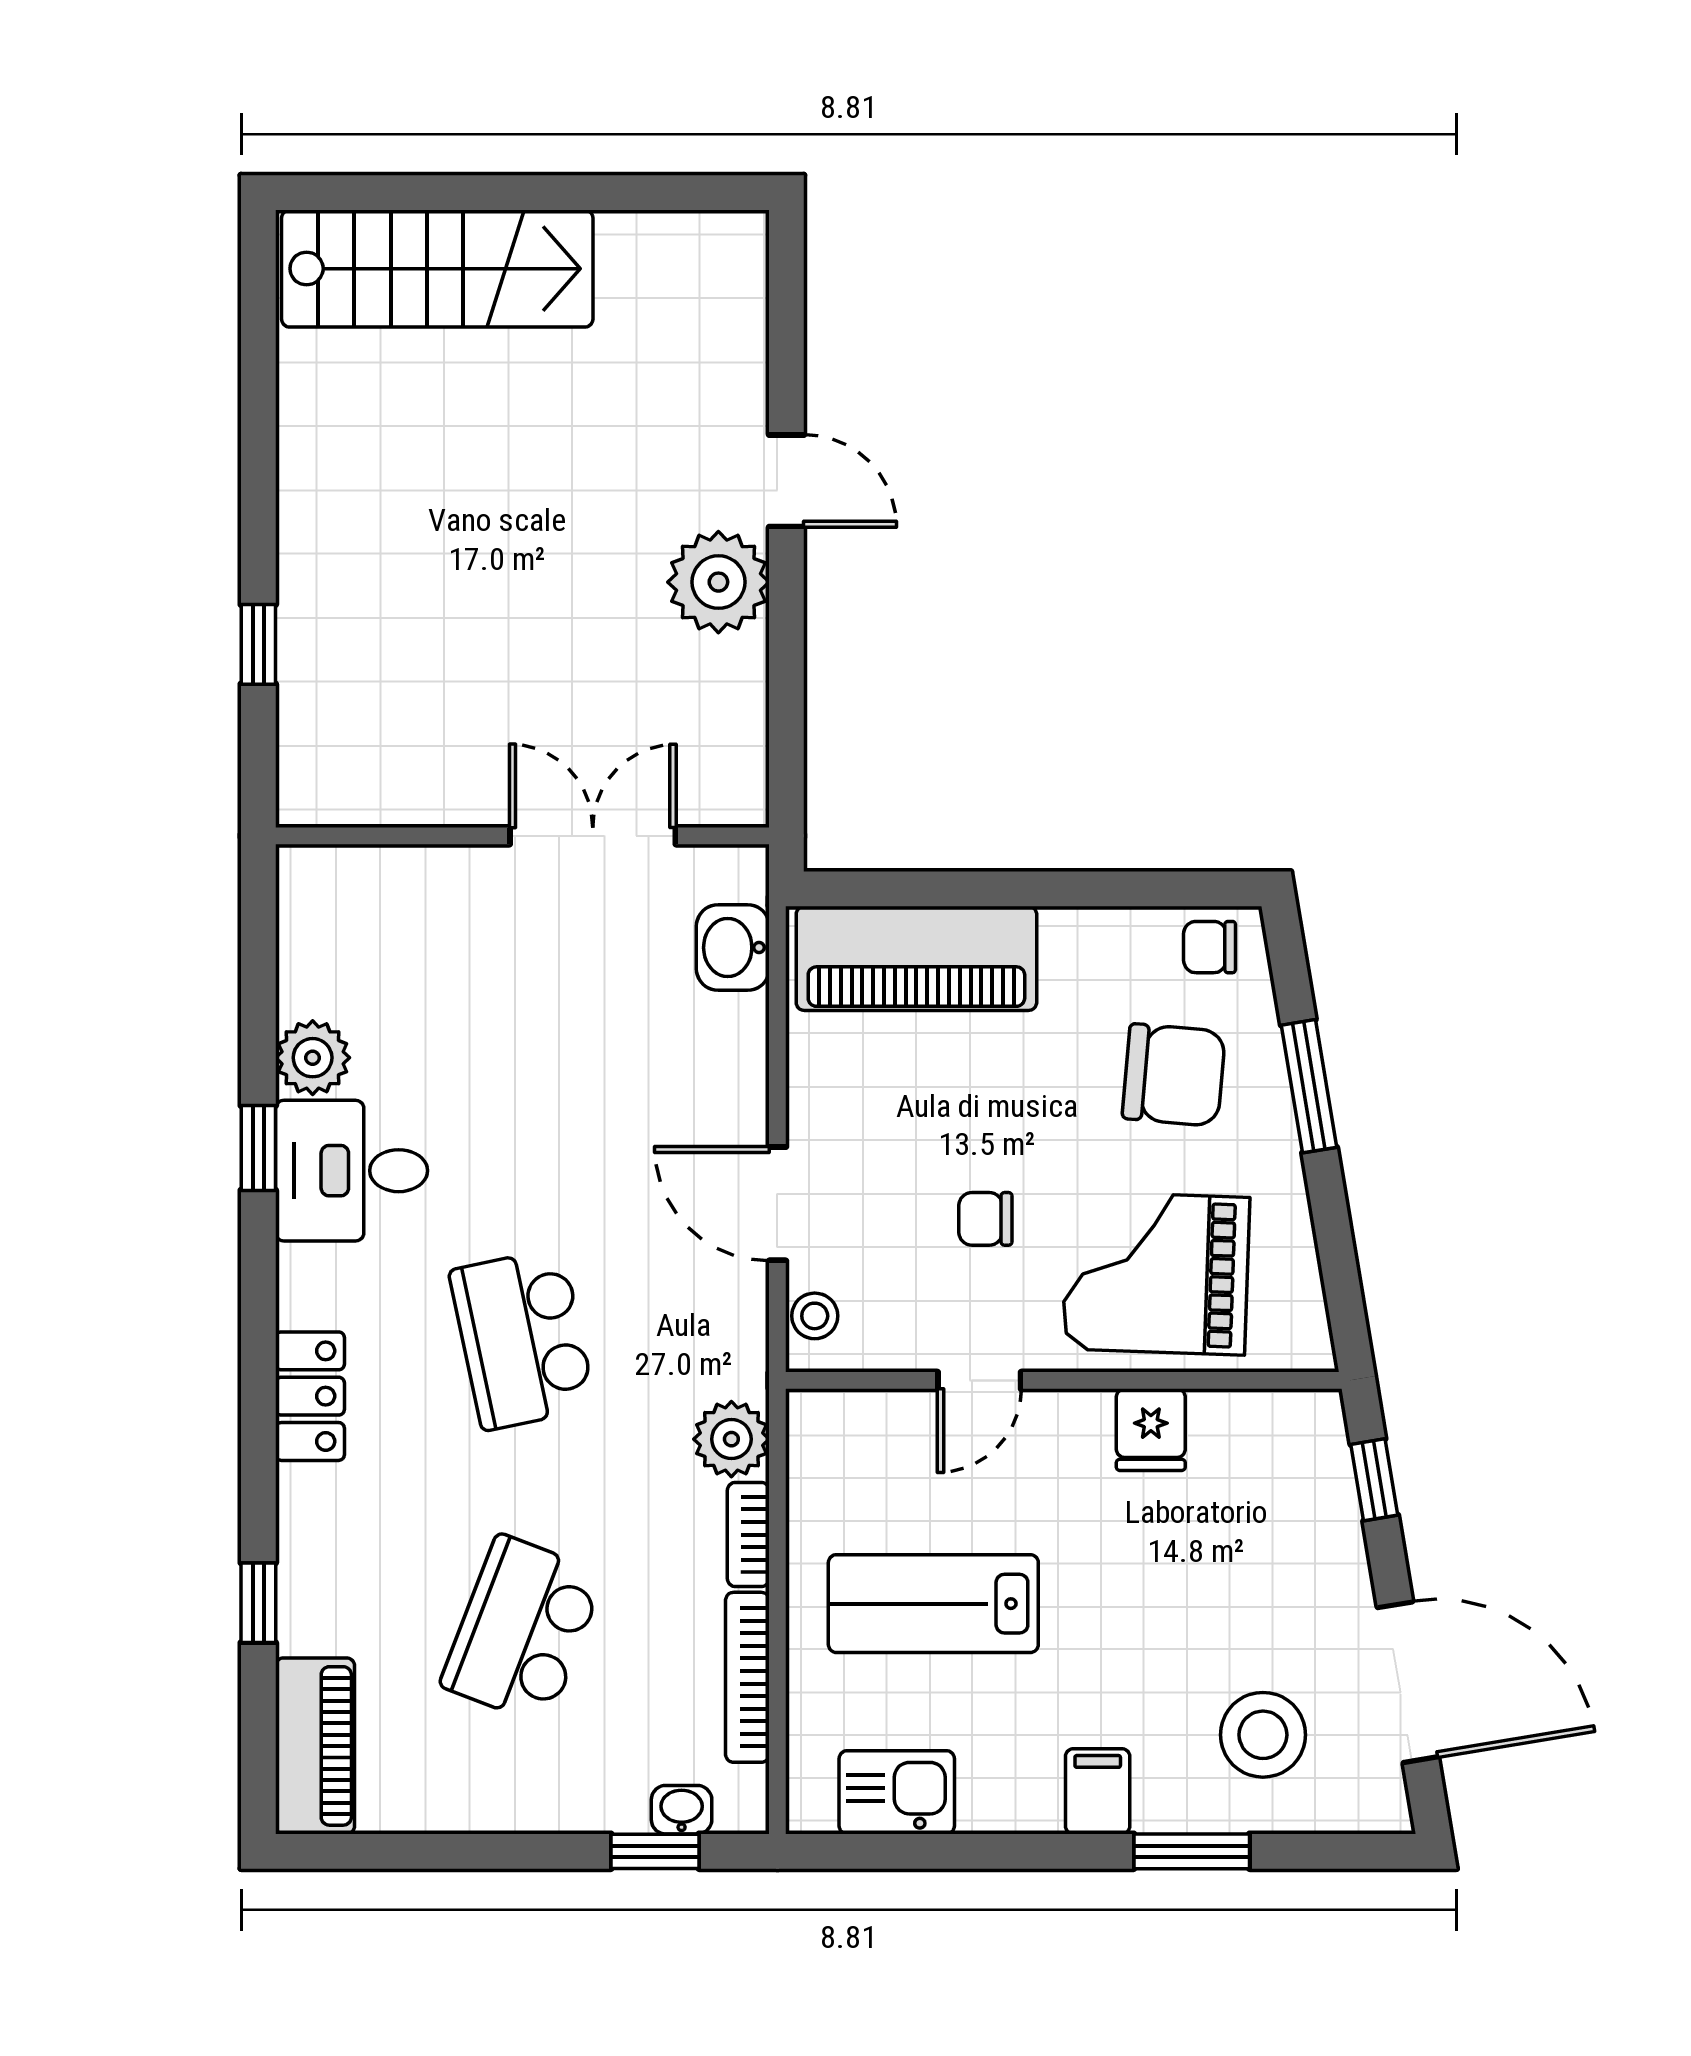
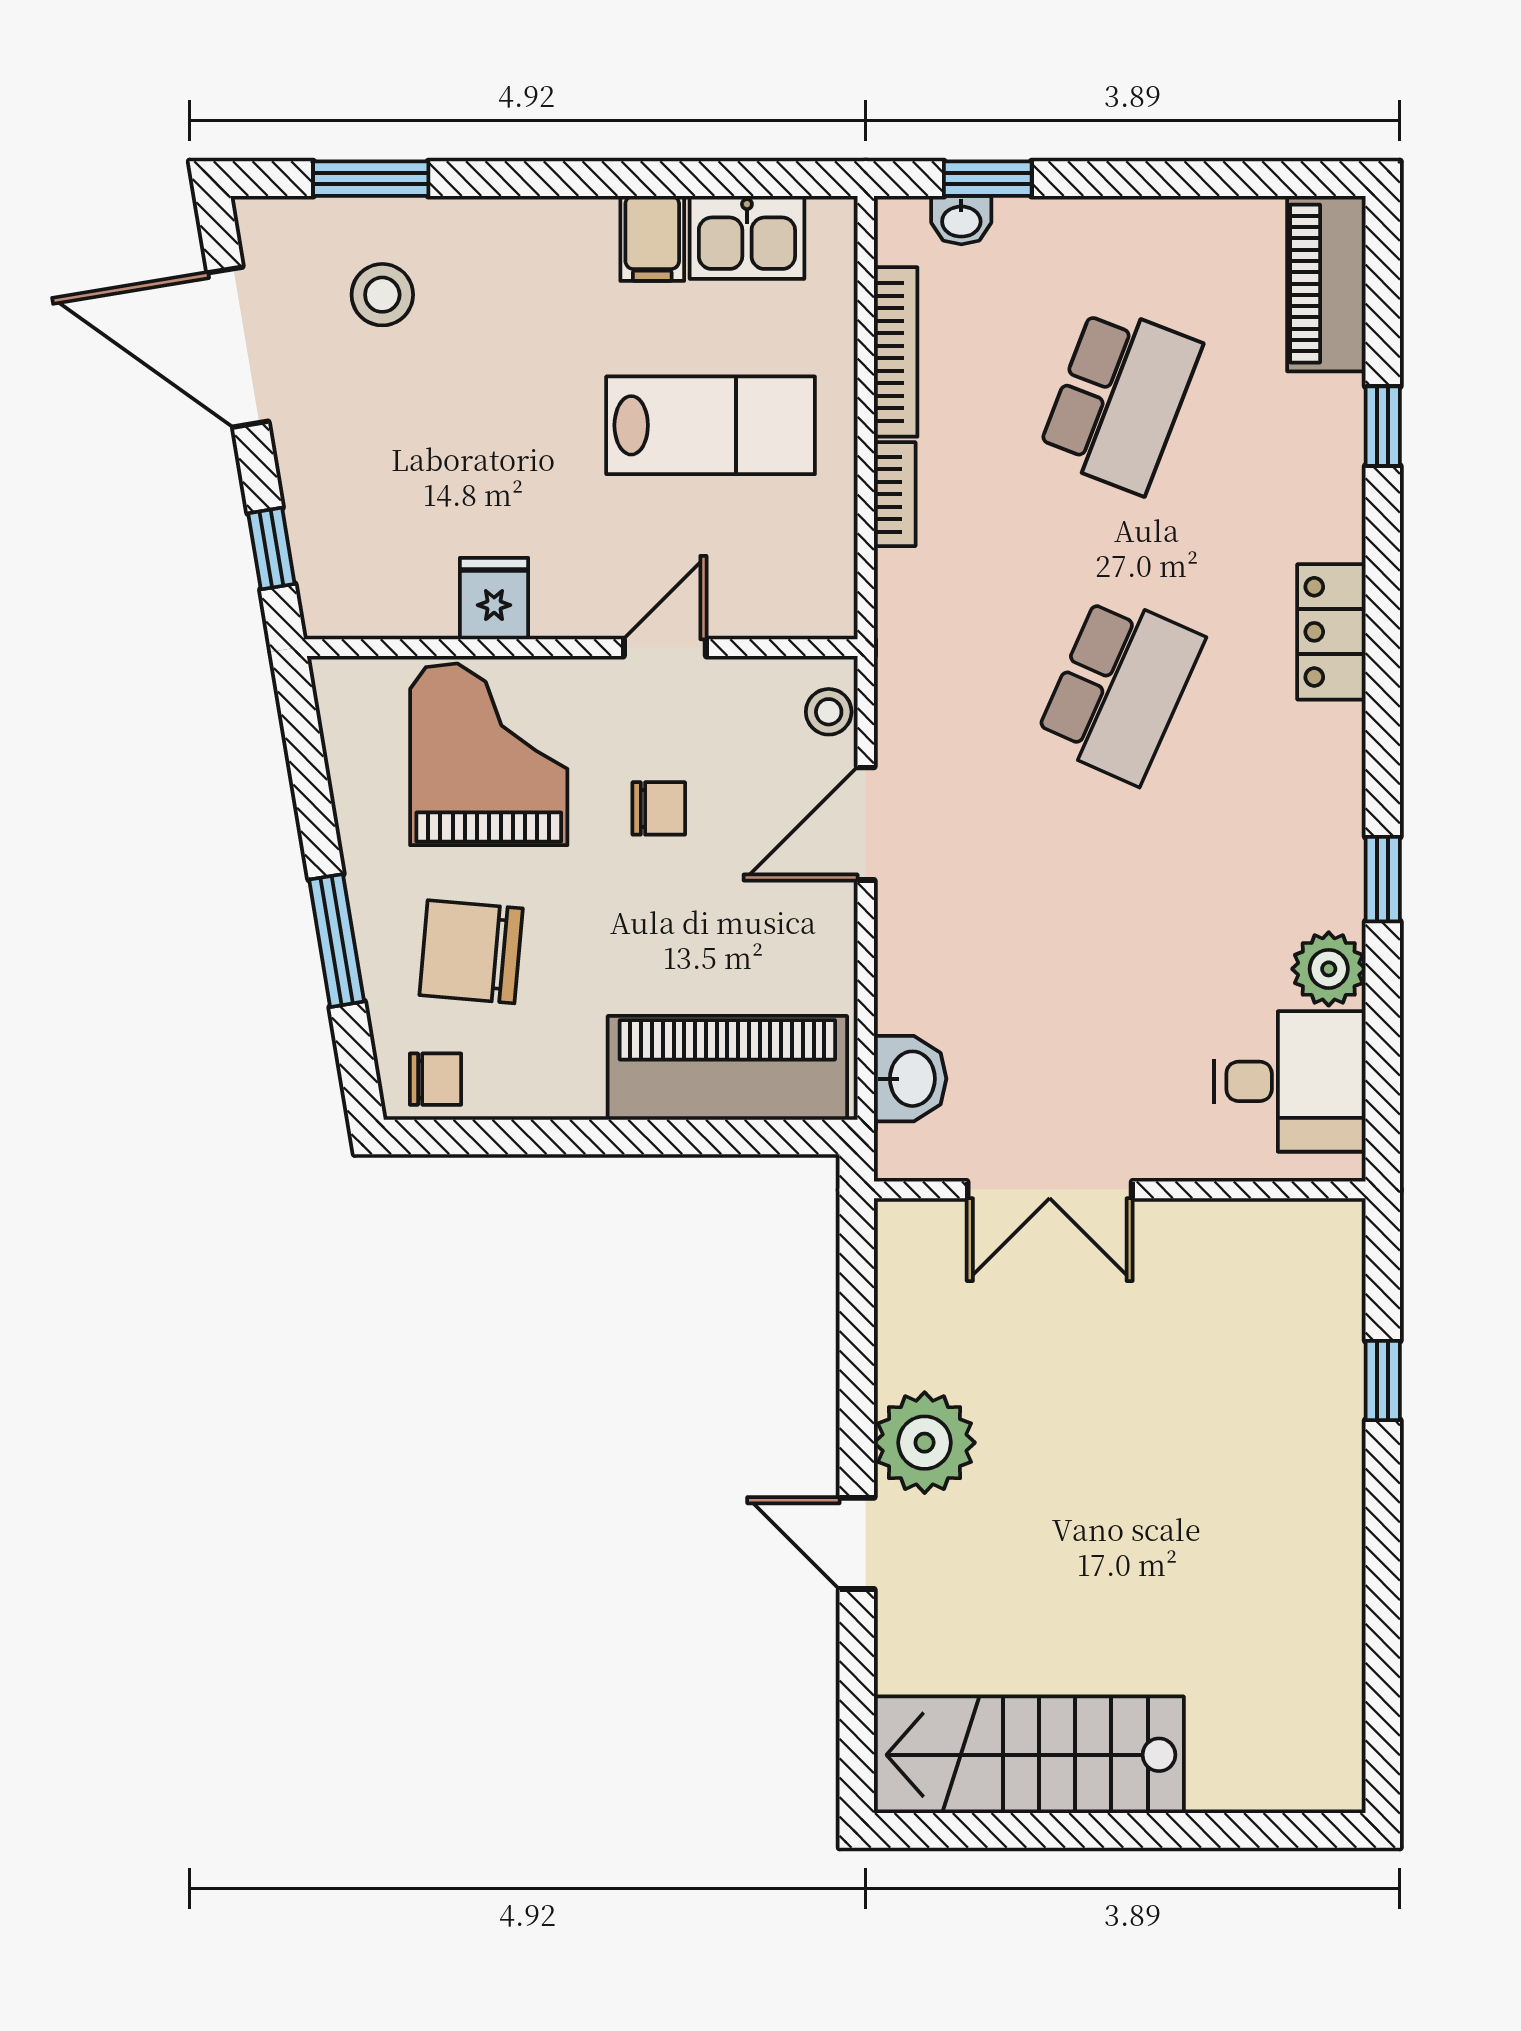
stairs: (437, 269) -> (1029, 1755), moved
desk: (352, 1171) -> (1290, 1081), moved
door: (777, 1204) -> (866, 824), swing flipped
grand piano: (1156, 1273) -> (489, 754), turned -92
school desk: (522, 1339) -> (1120, 689), turned 36
plant: (731, 1439) -> (912, 589), removed
stool: (1263, 1735) -> (382, 295), width x0.73, depth x0.73
filing cabinet: (1098, 1791) -> (652, 238), moved
window: (1192, 1851) -> (371, 179), moved

